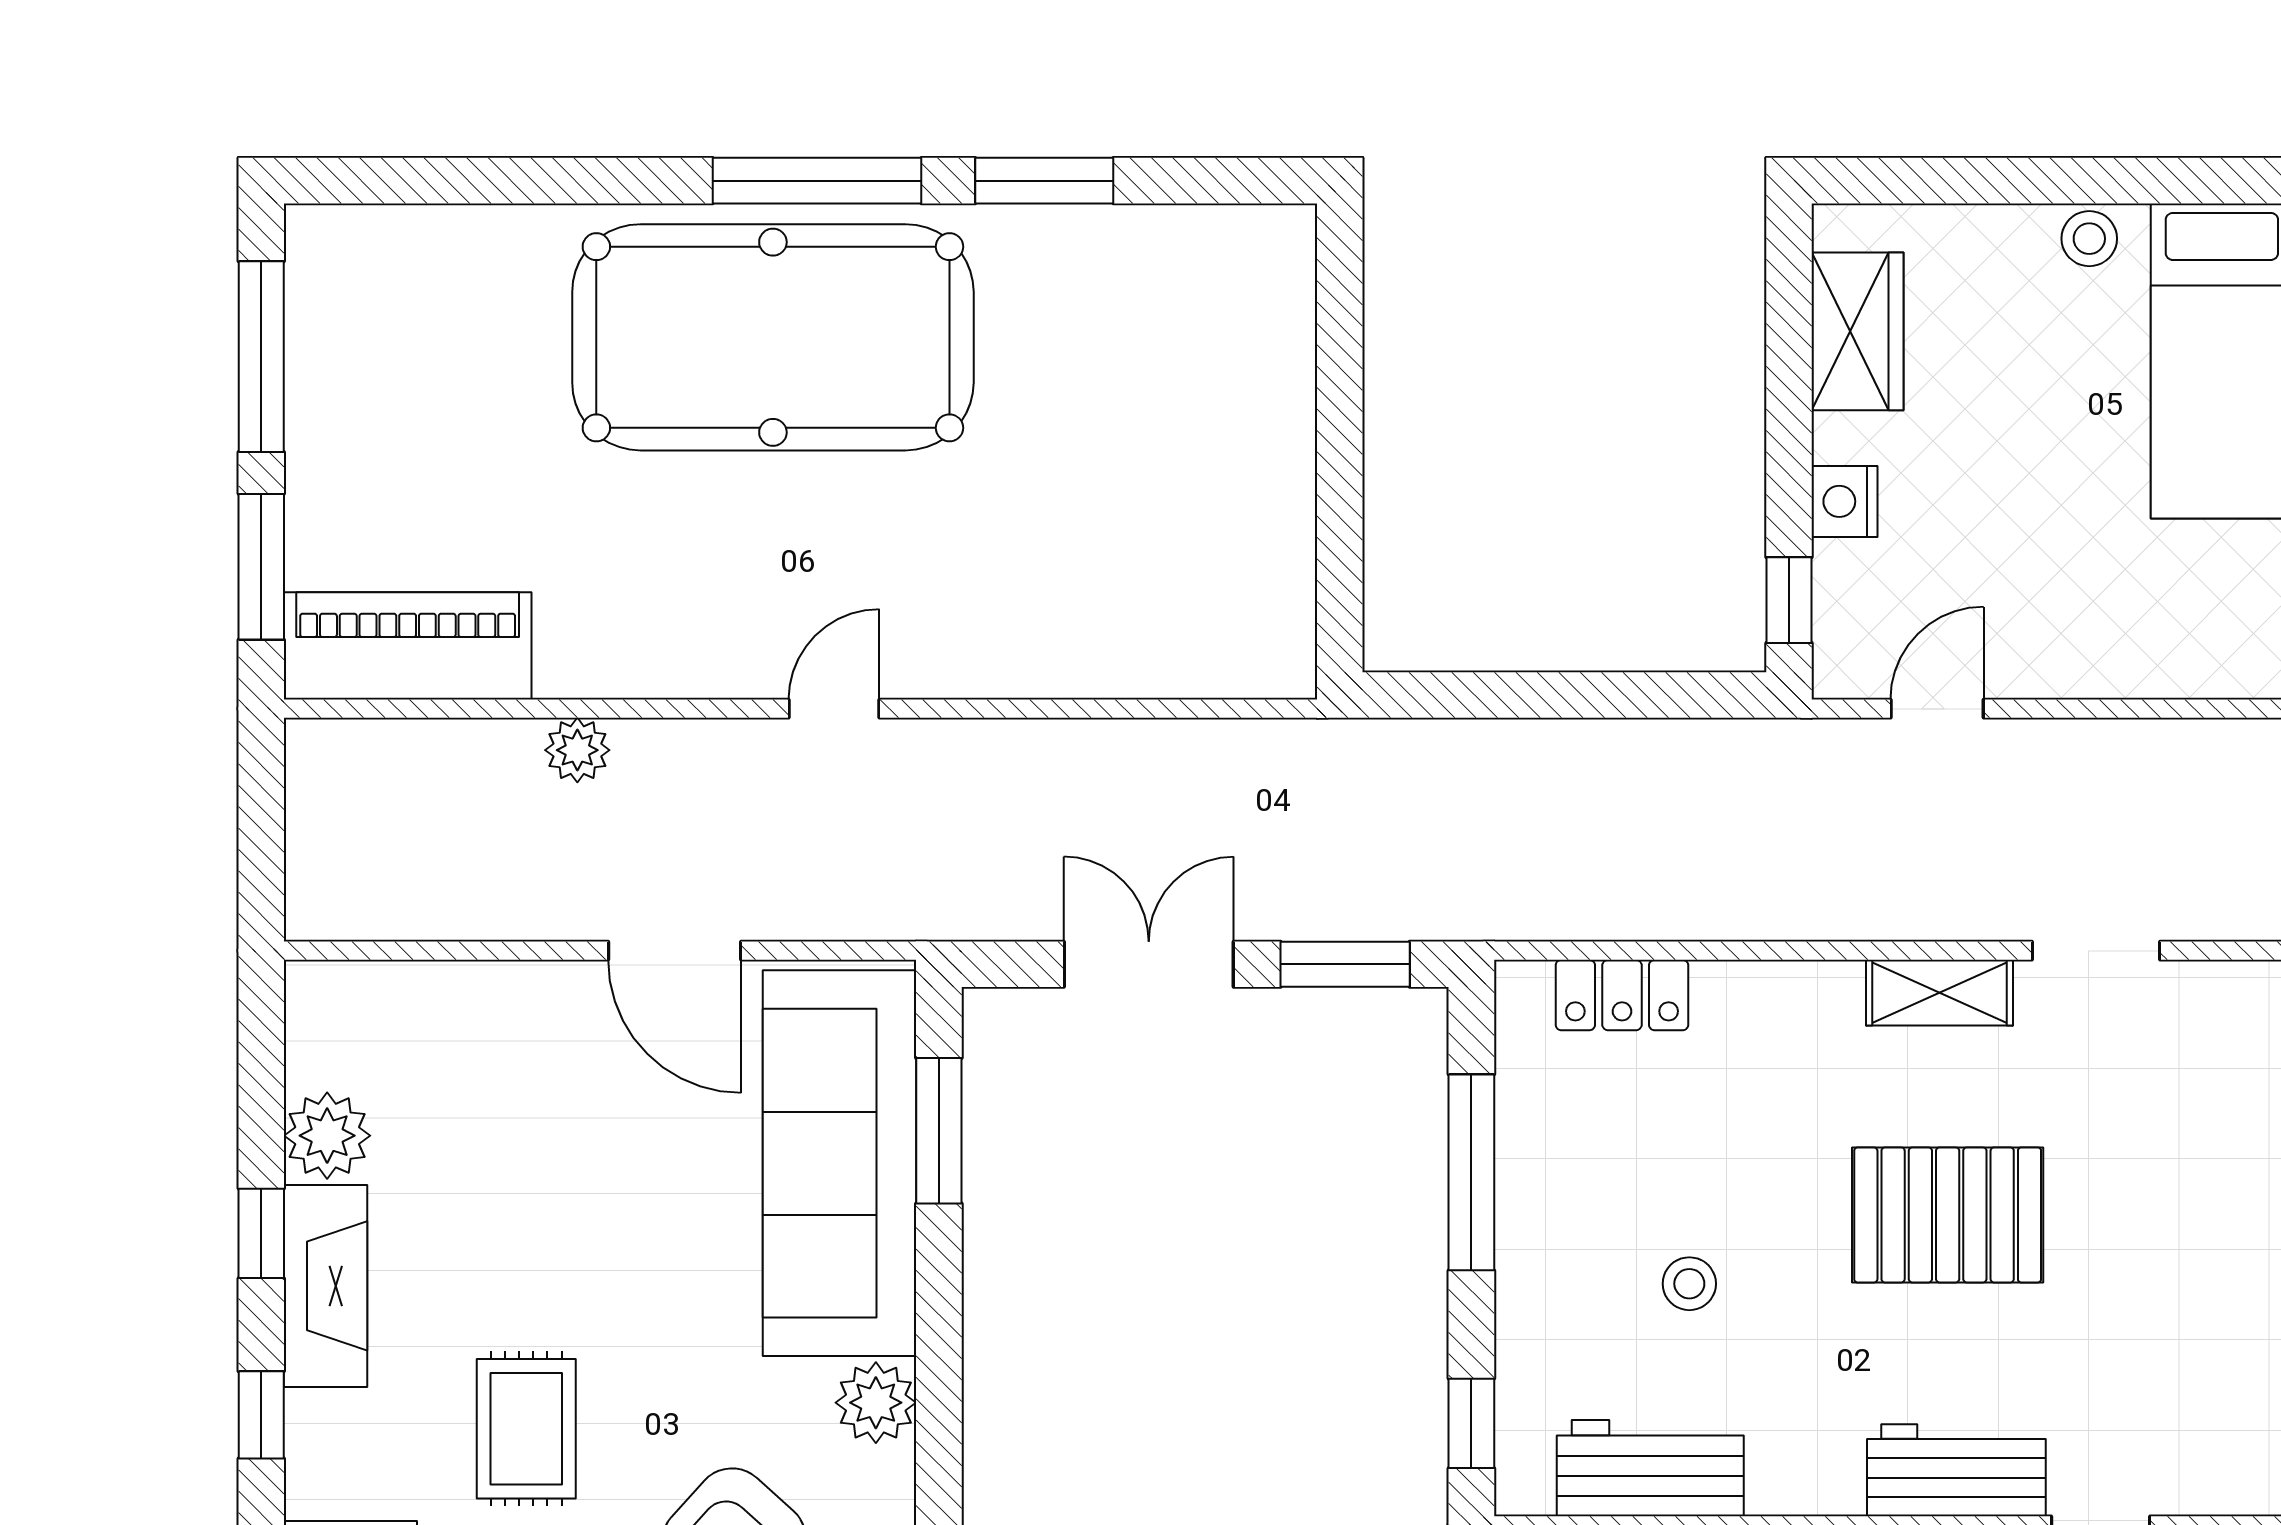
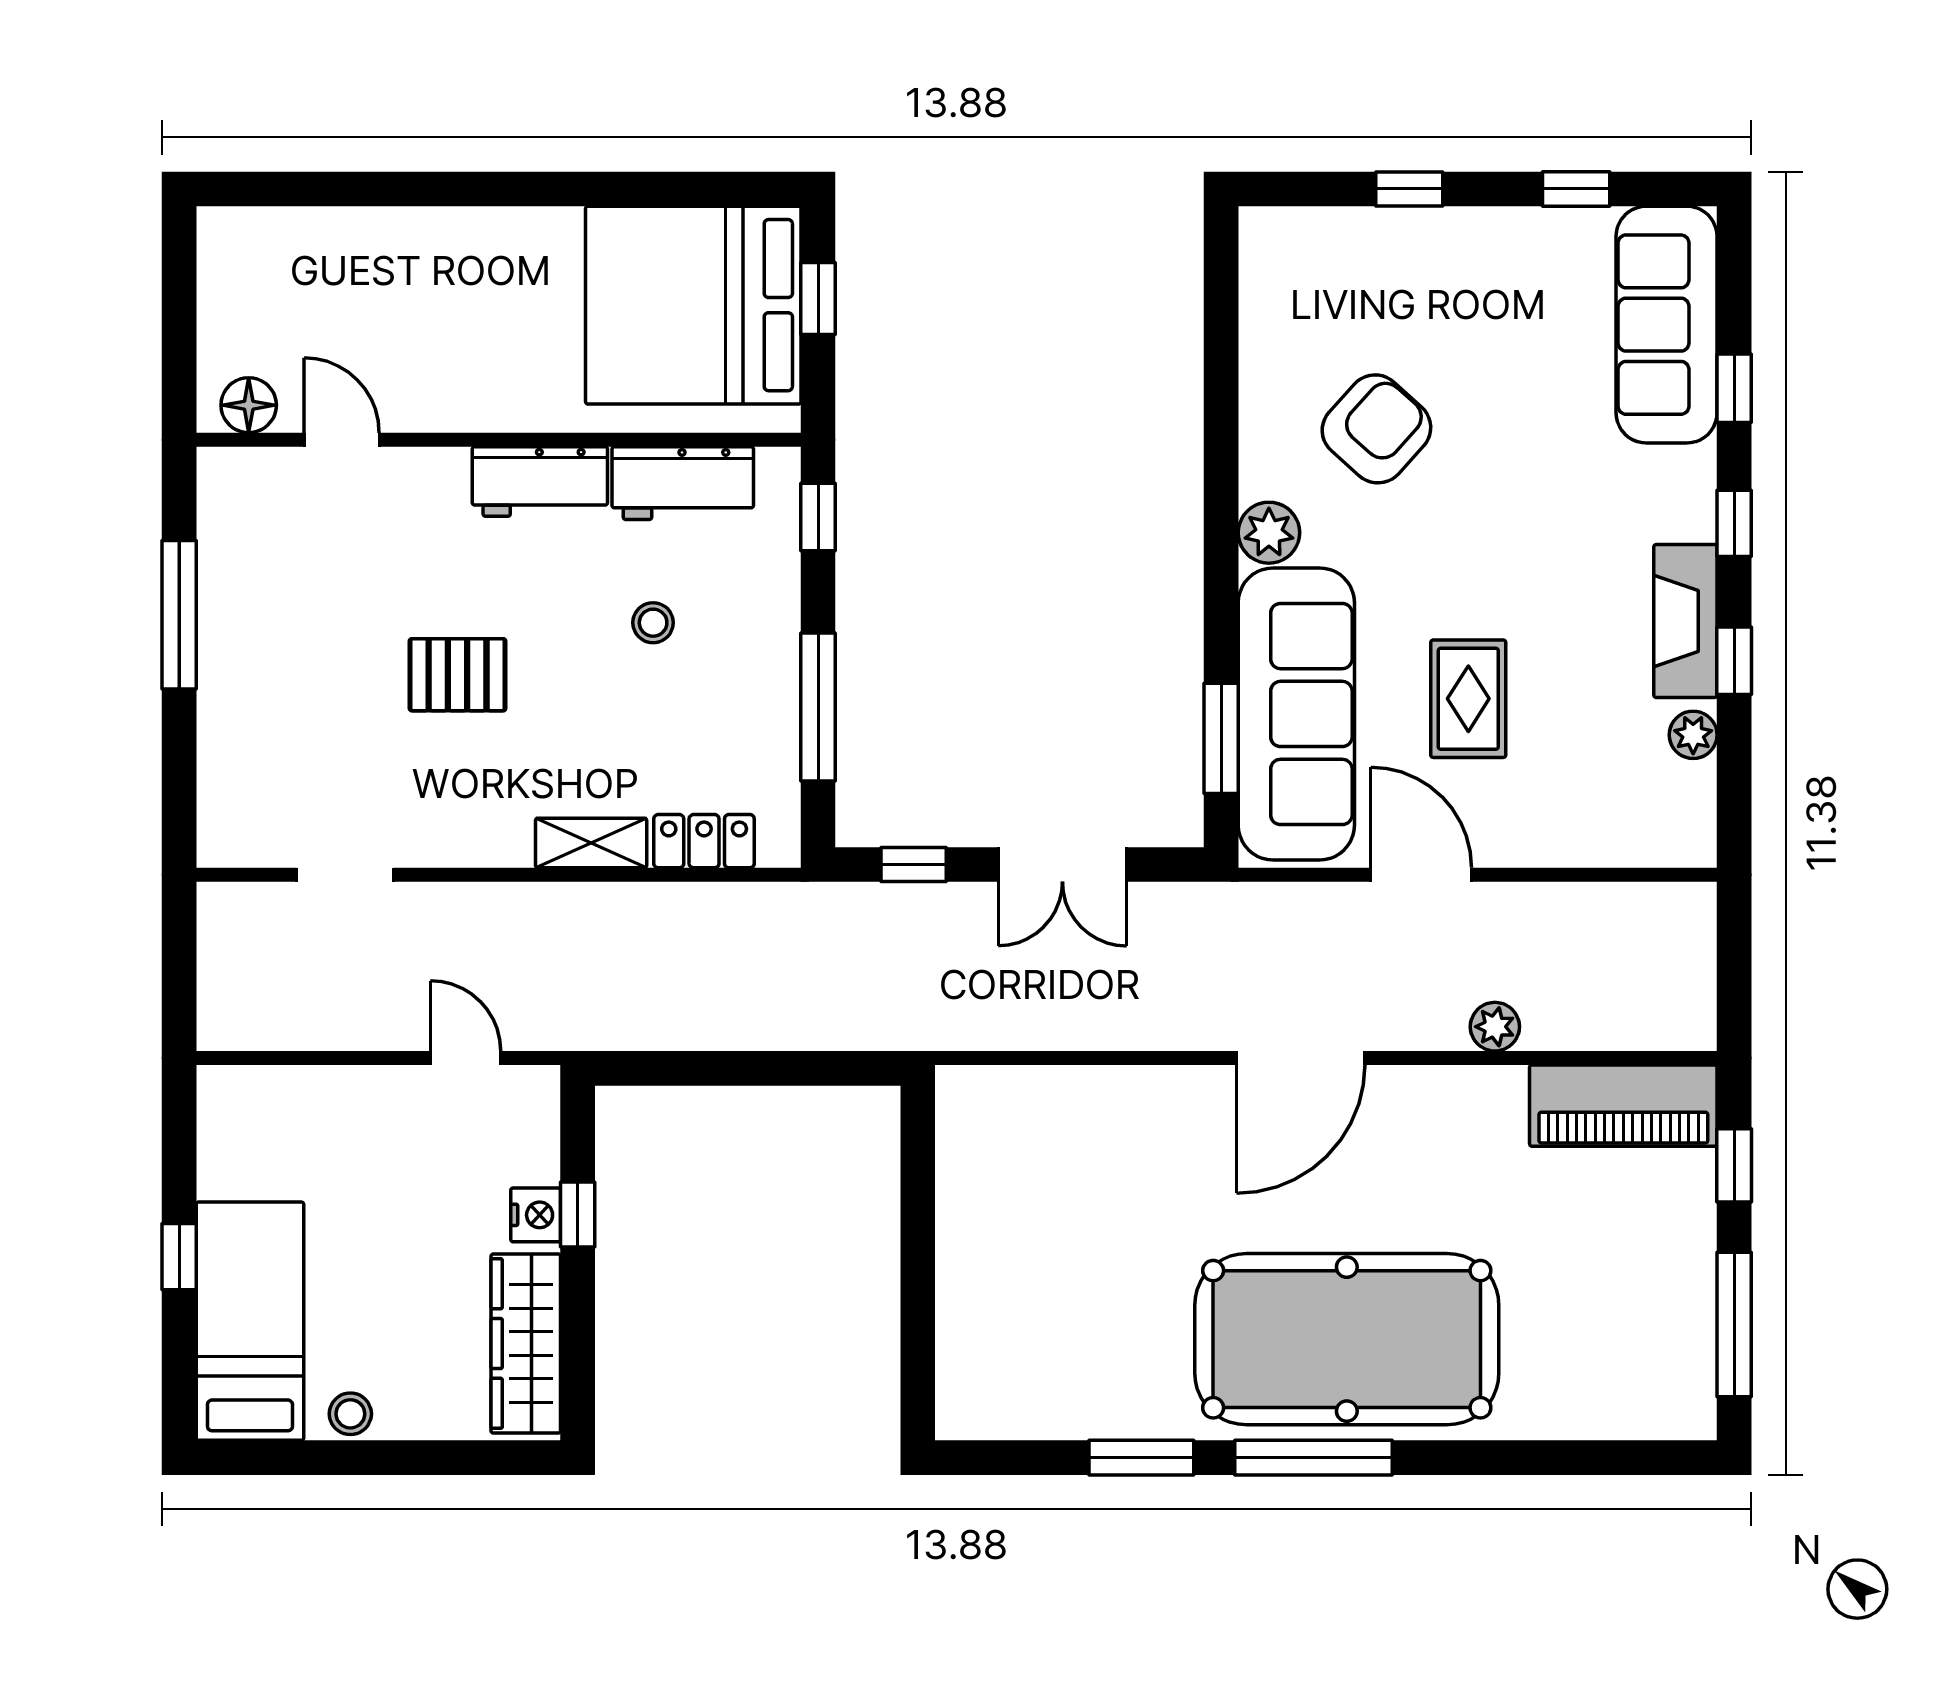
wardrobe: (1858, 331) -> (526, 1344), width x1.50
window: (261, 567) -> (1734, 1165), width x0.67
window: (1789, 600) -> (578, 1215), moved
door: (834, 709) -> (1301, 1058), width x1.87
door: (1937, 709) -> (466, 1058), swing flipped
window: (1345, 964) -> (914, 865), width x0.67
shelving: (1939, 993) -> (591, 843), moved
plant: (327, 1136) -> (1693, 735), width x0.73, depth x0.73
pallet: (1948, 1215) -> (458, 675), width x0.67, depth x0.71
rug: (526, 1429) -> (1468, 699), moved
workbench: (1956, 1470) -> (540, 481), moved

